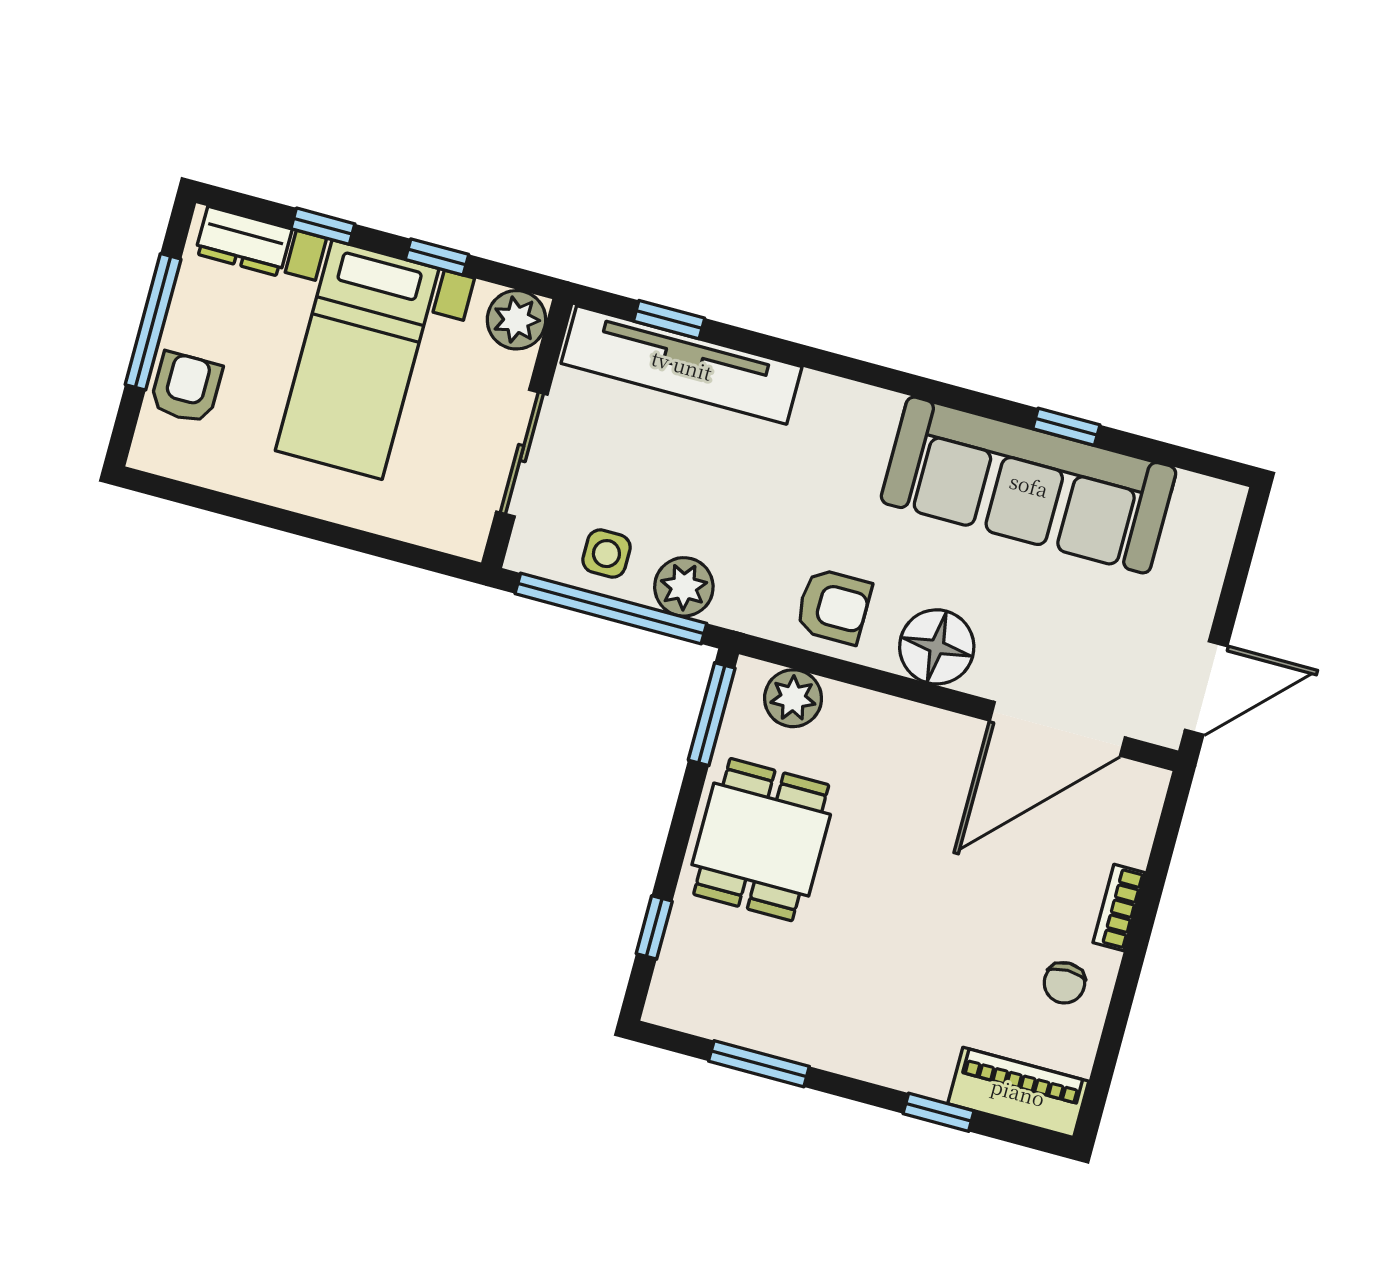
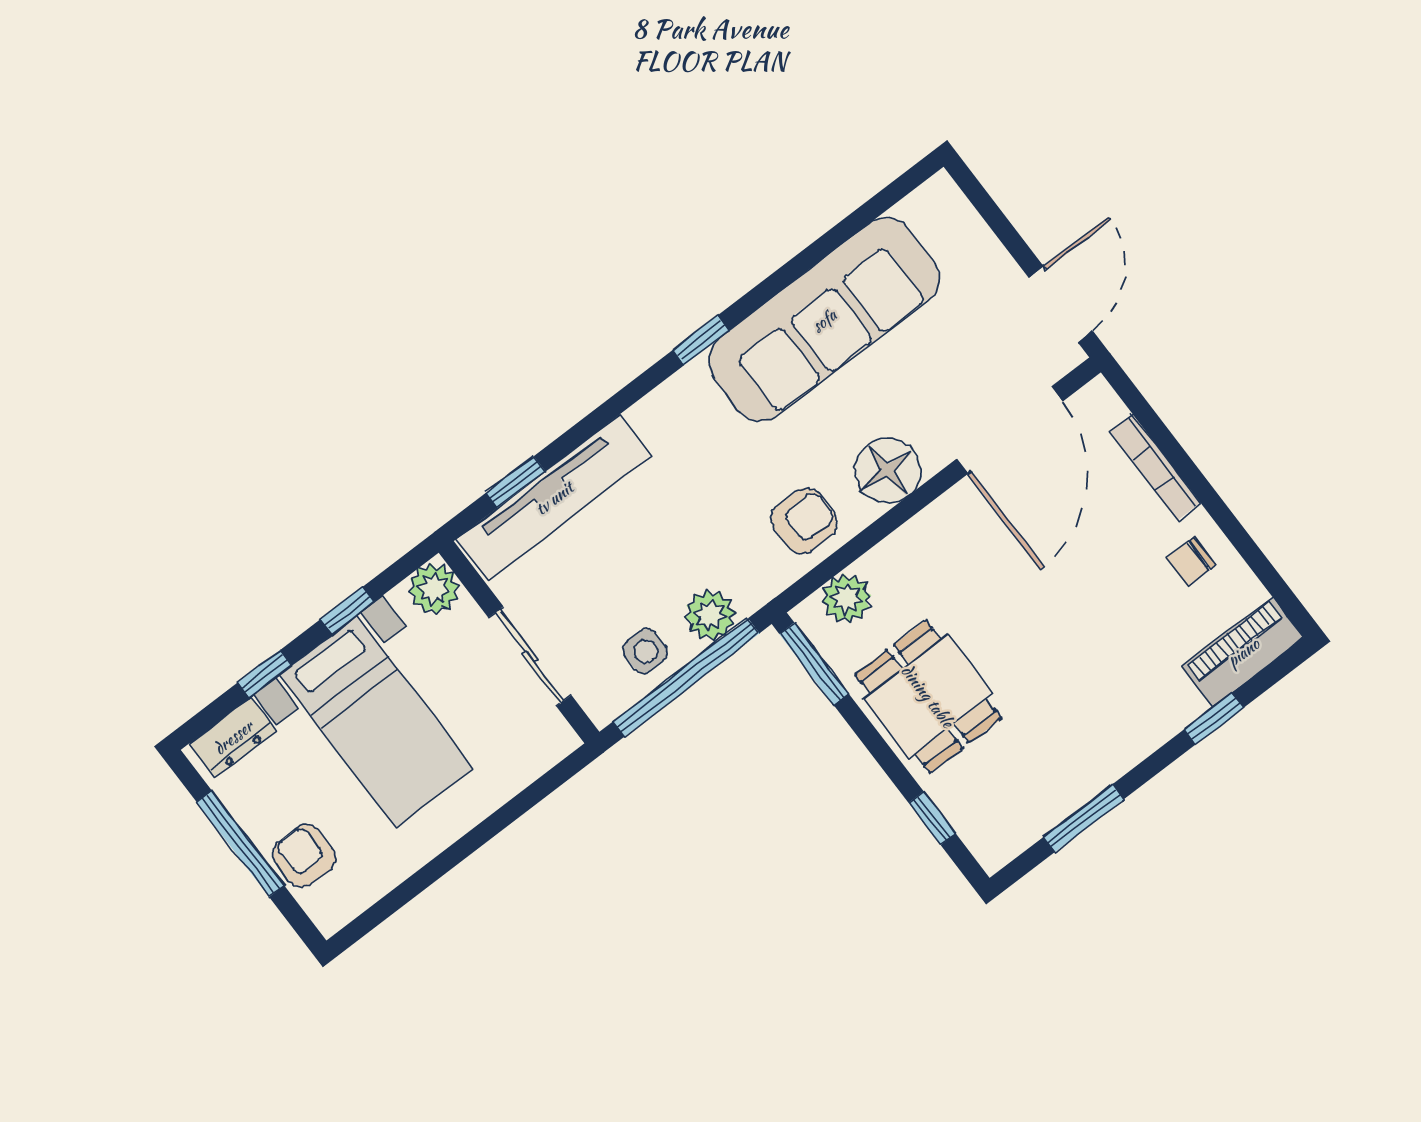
window: (1066, 427) -> (701, 340), moved
bookcase: (1119, 908) -> (1155, 467), width x1.56
chair: (1064, 983) -> (1191, 561), turned 90

